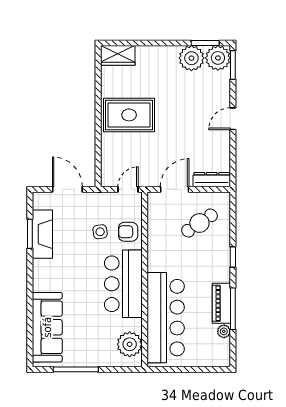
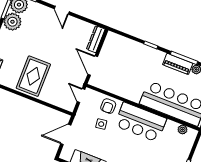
cafe table: (199, 223) -> (121, 58), removed
plant: (130, 344) -> (182, 130), width x0.53, depth x0.53

